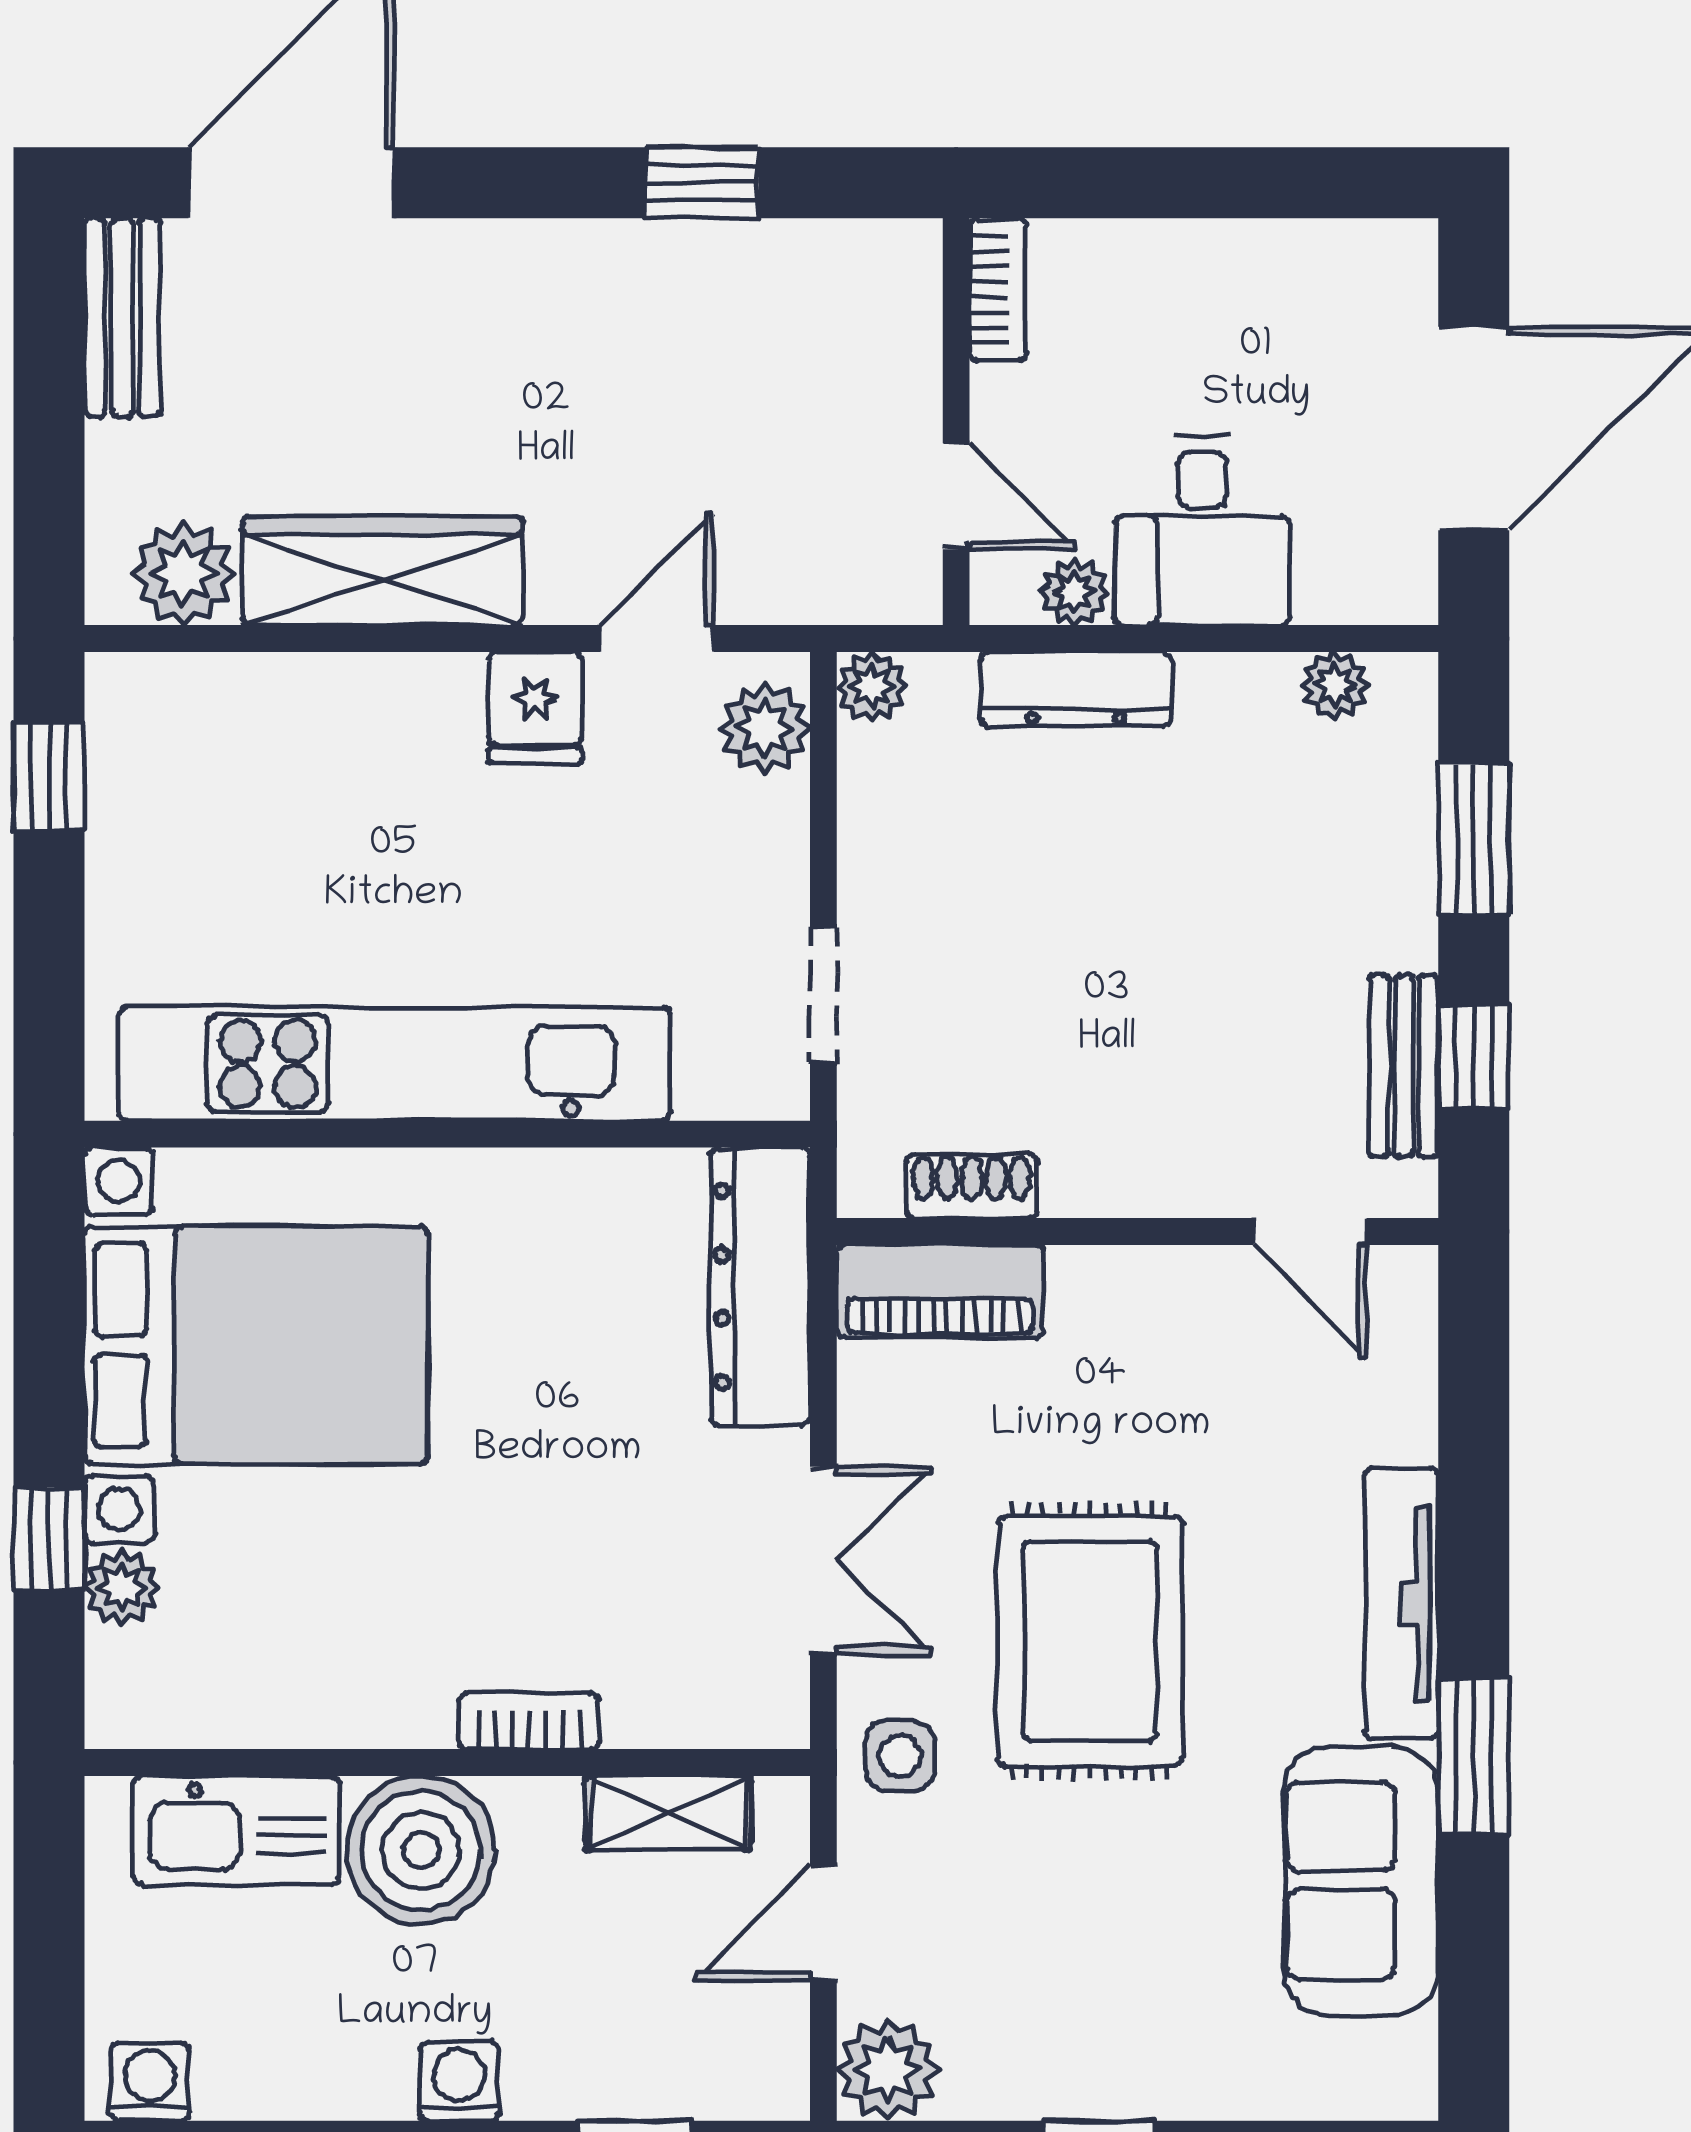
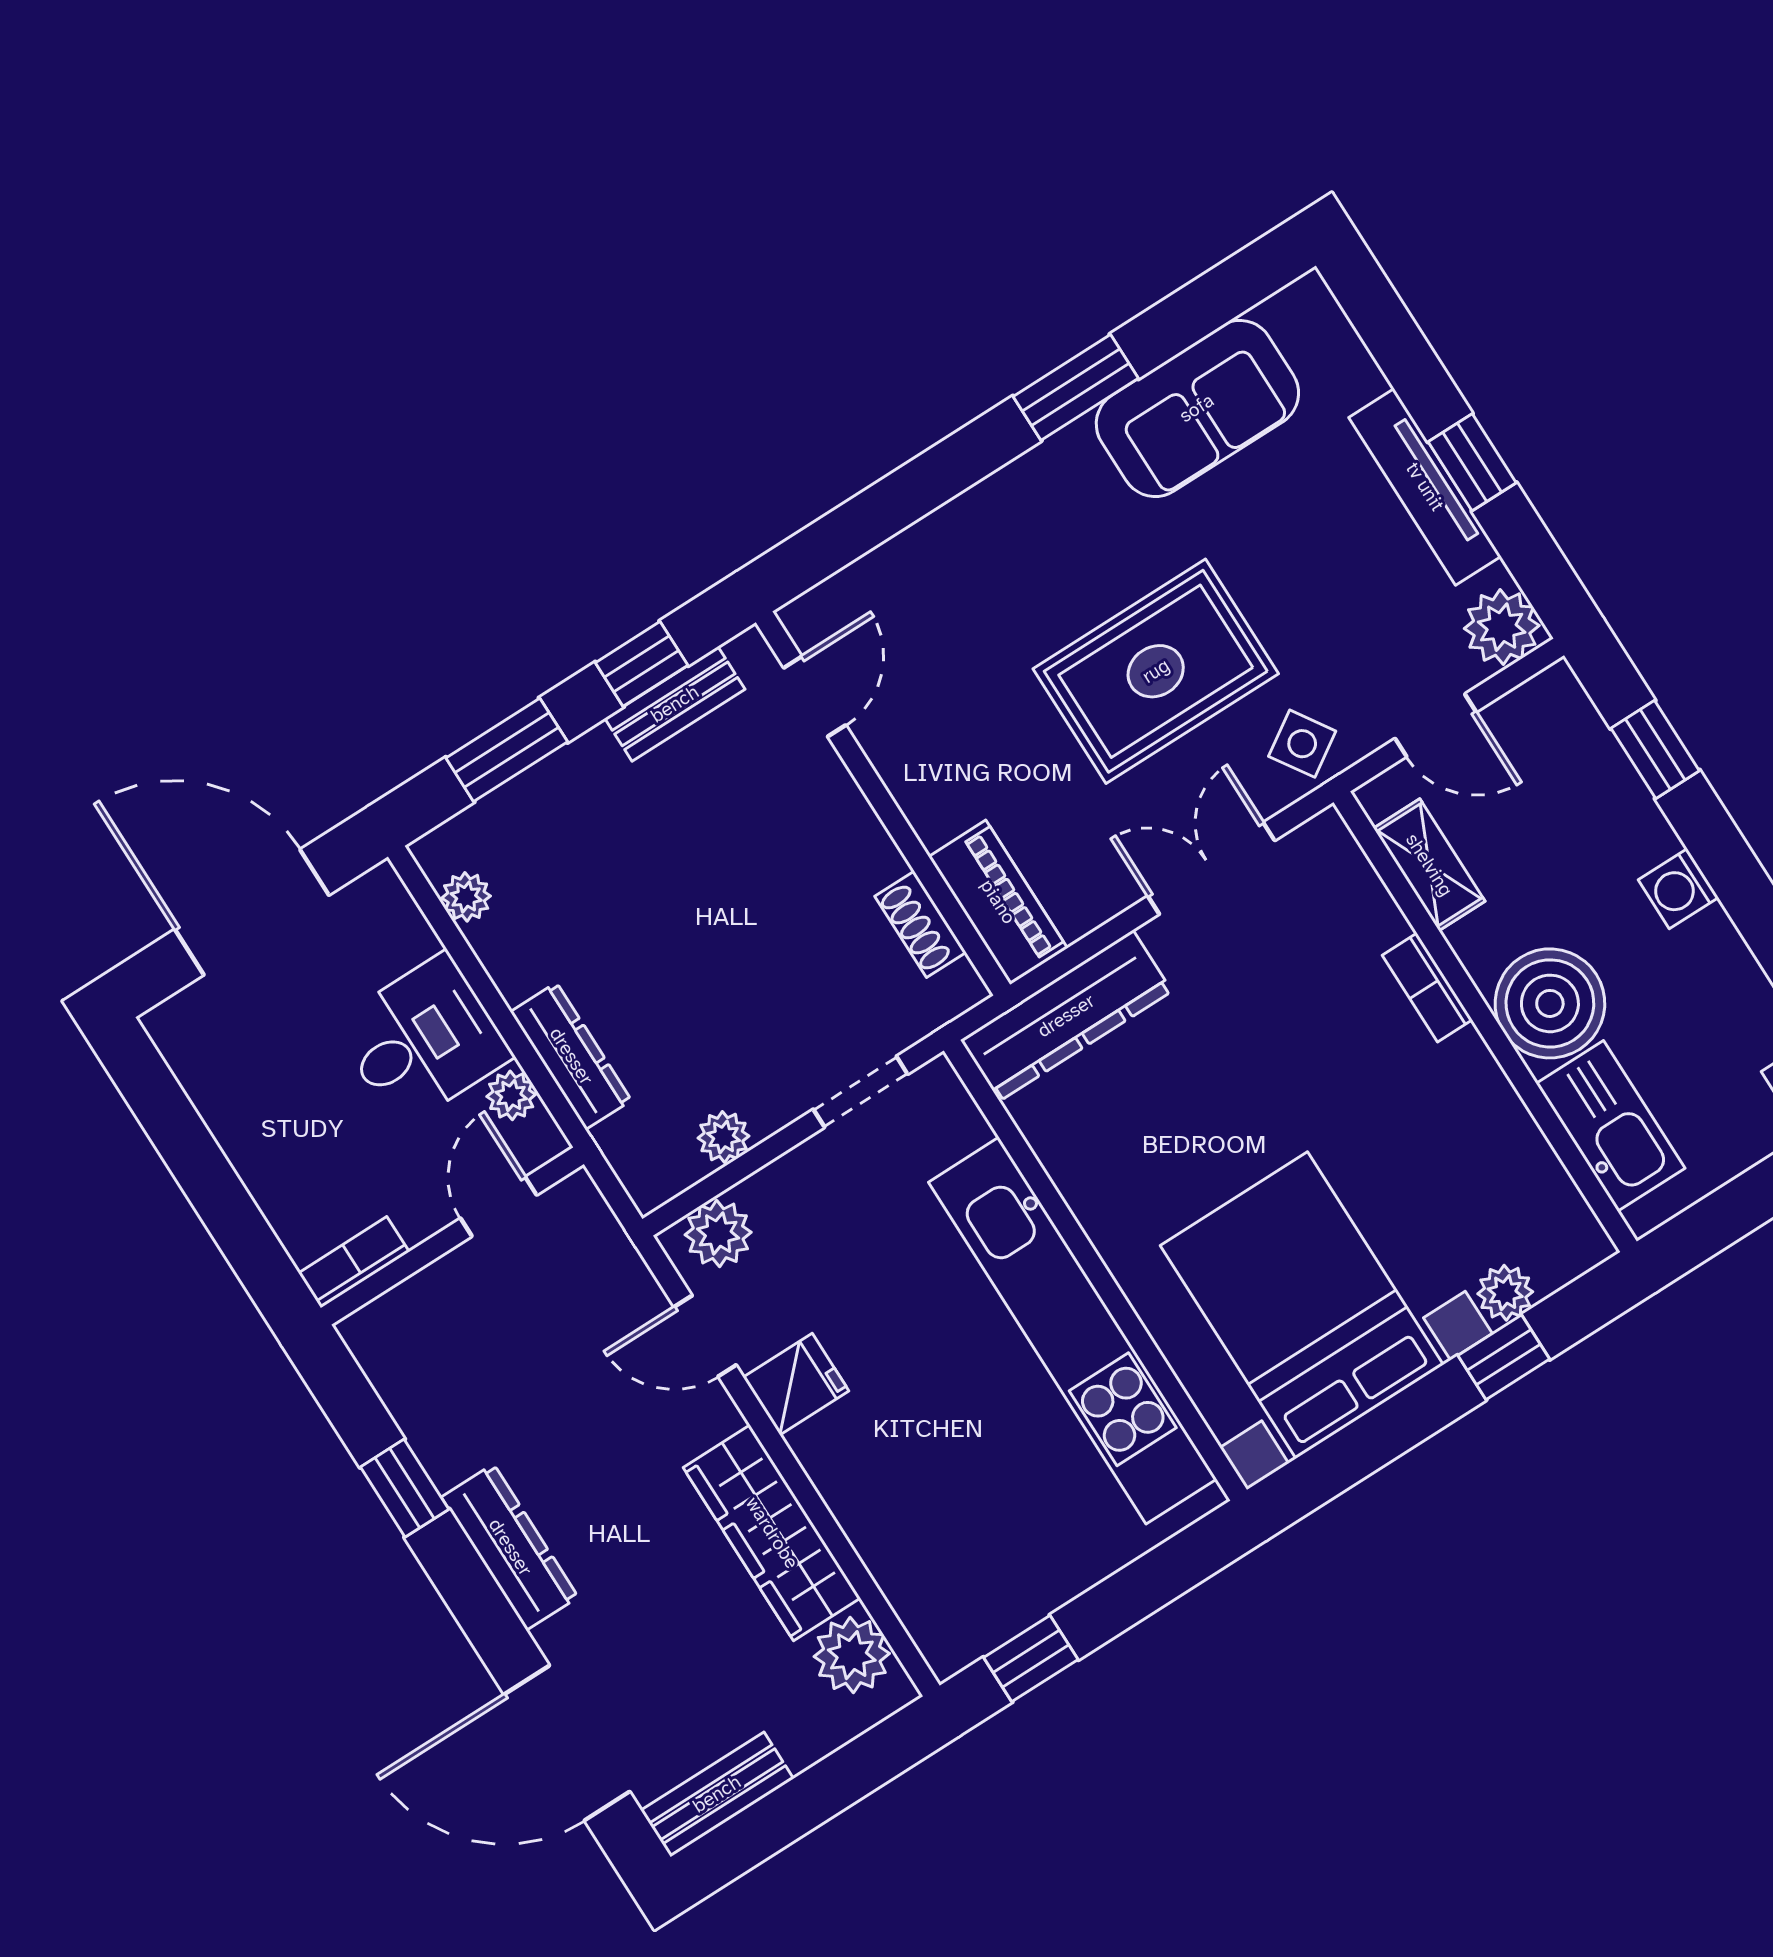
dresser: (557, 260) -> (510, 1547), added
plant: (872, 687) -> (724, 1137), moved
tv unit: (1402, 1604) -> (1425, 487), moved, turned 90
side table: (900, 1756) -> (1302, 744), turned -33

